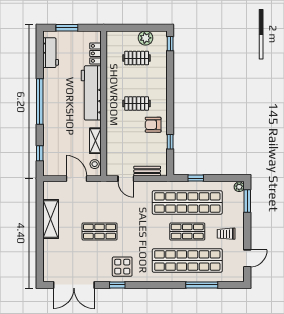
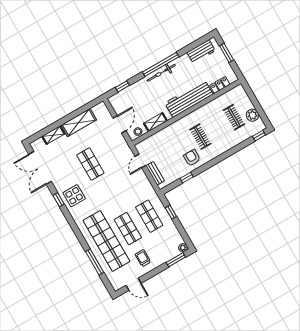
bicycle: (49, 106) -> (161, 73), added
shop shelf: (187, 202) -> (149, 216), width x0.50, depth x0.74
shelving: (48, 252) -> (53, 135), added

